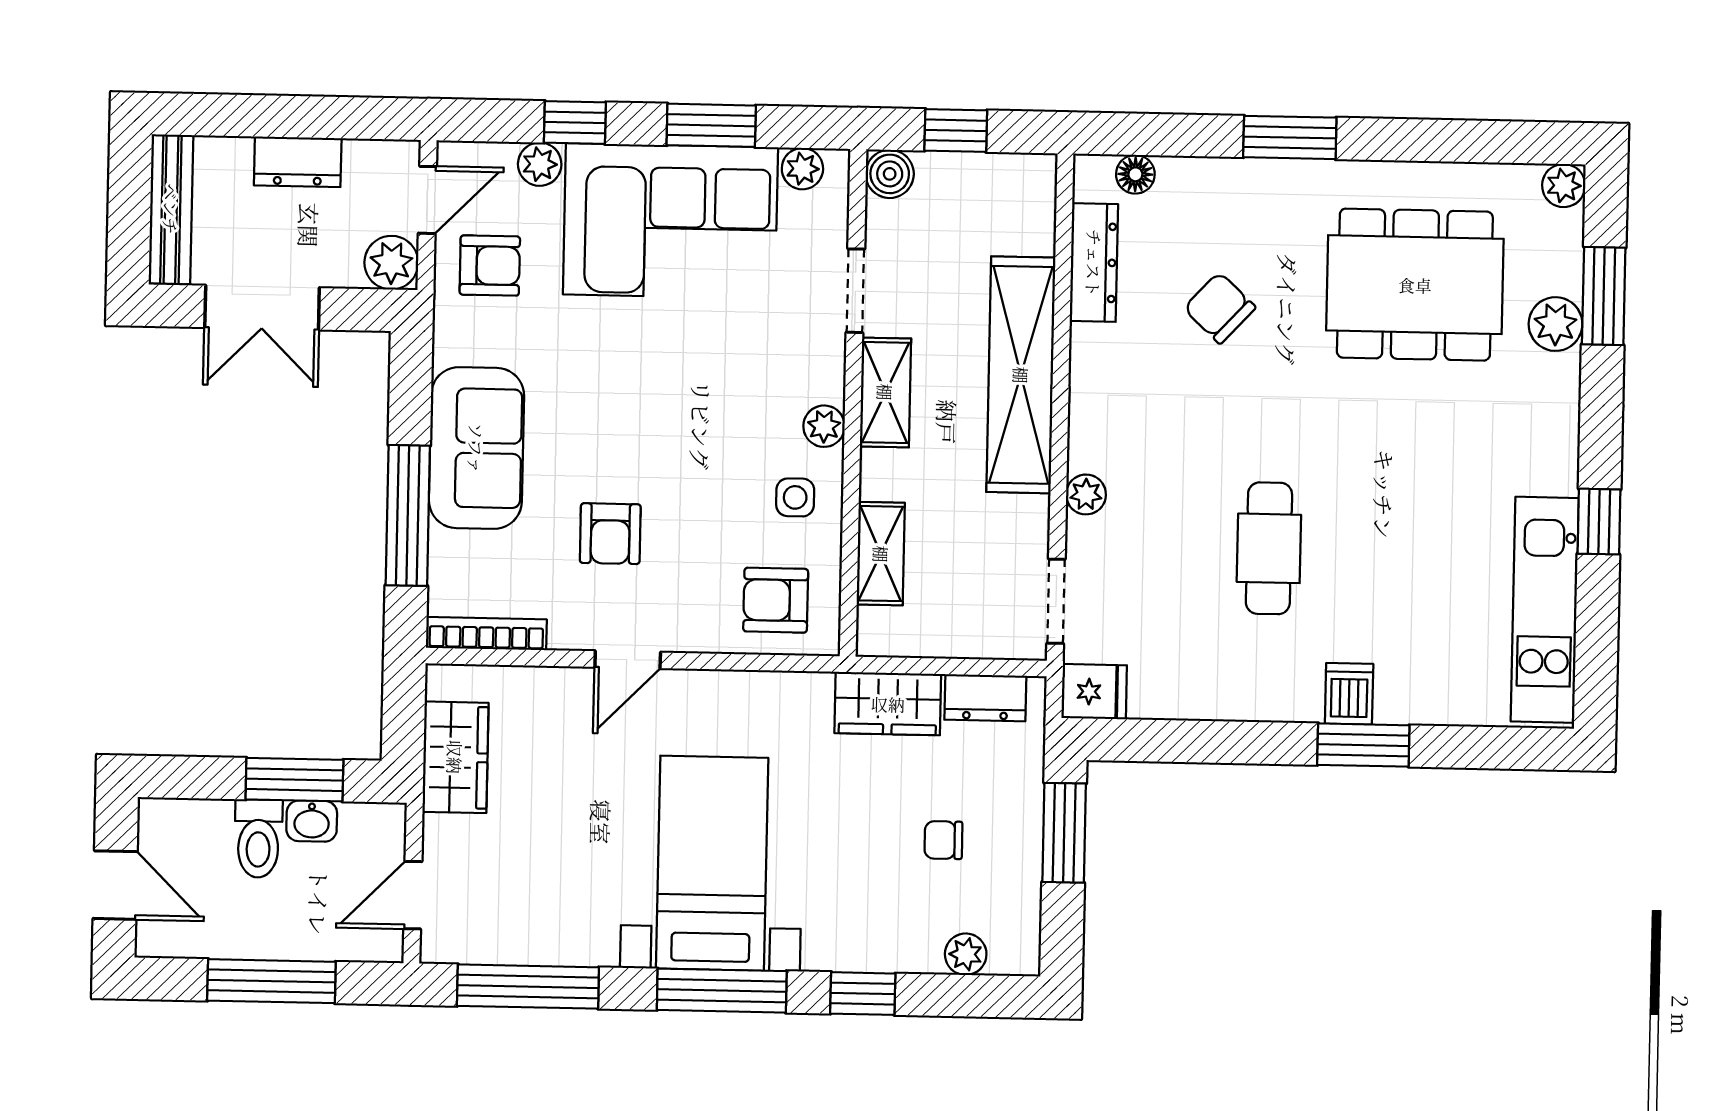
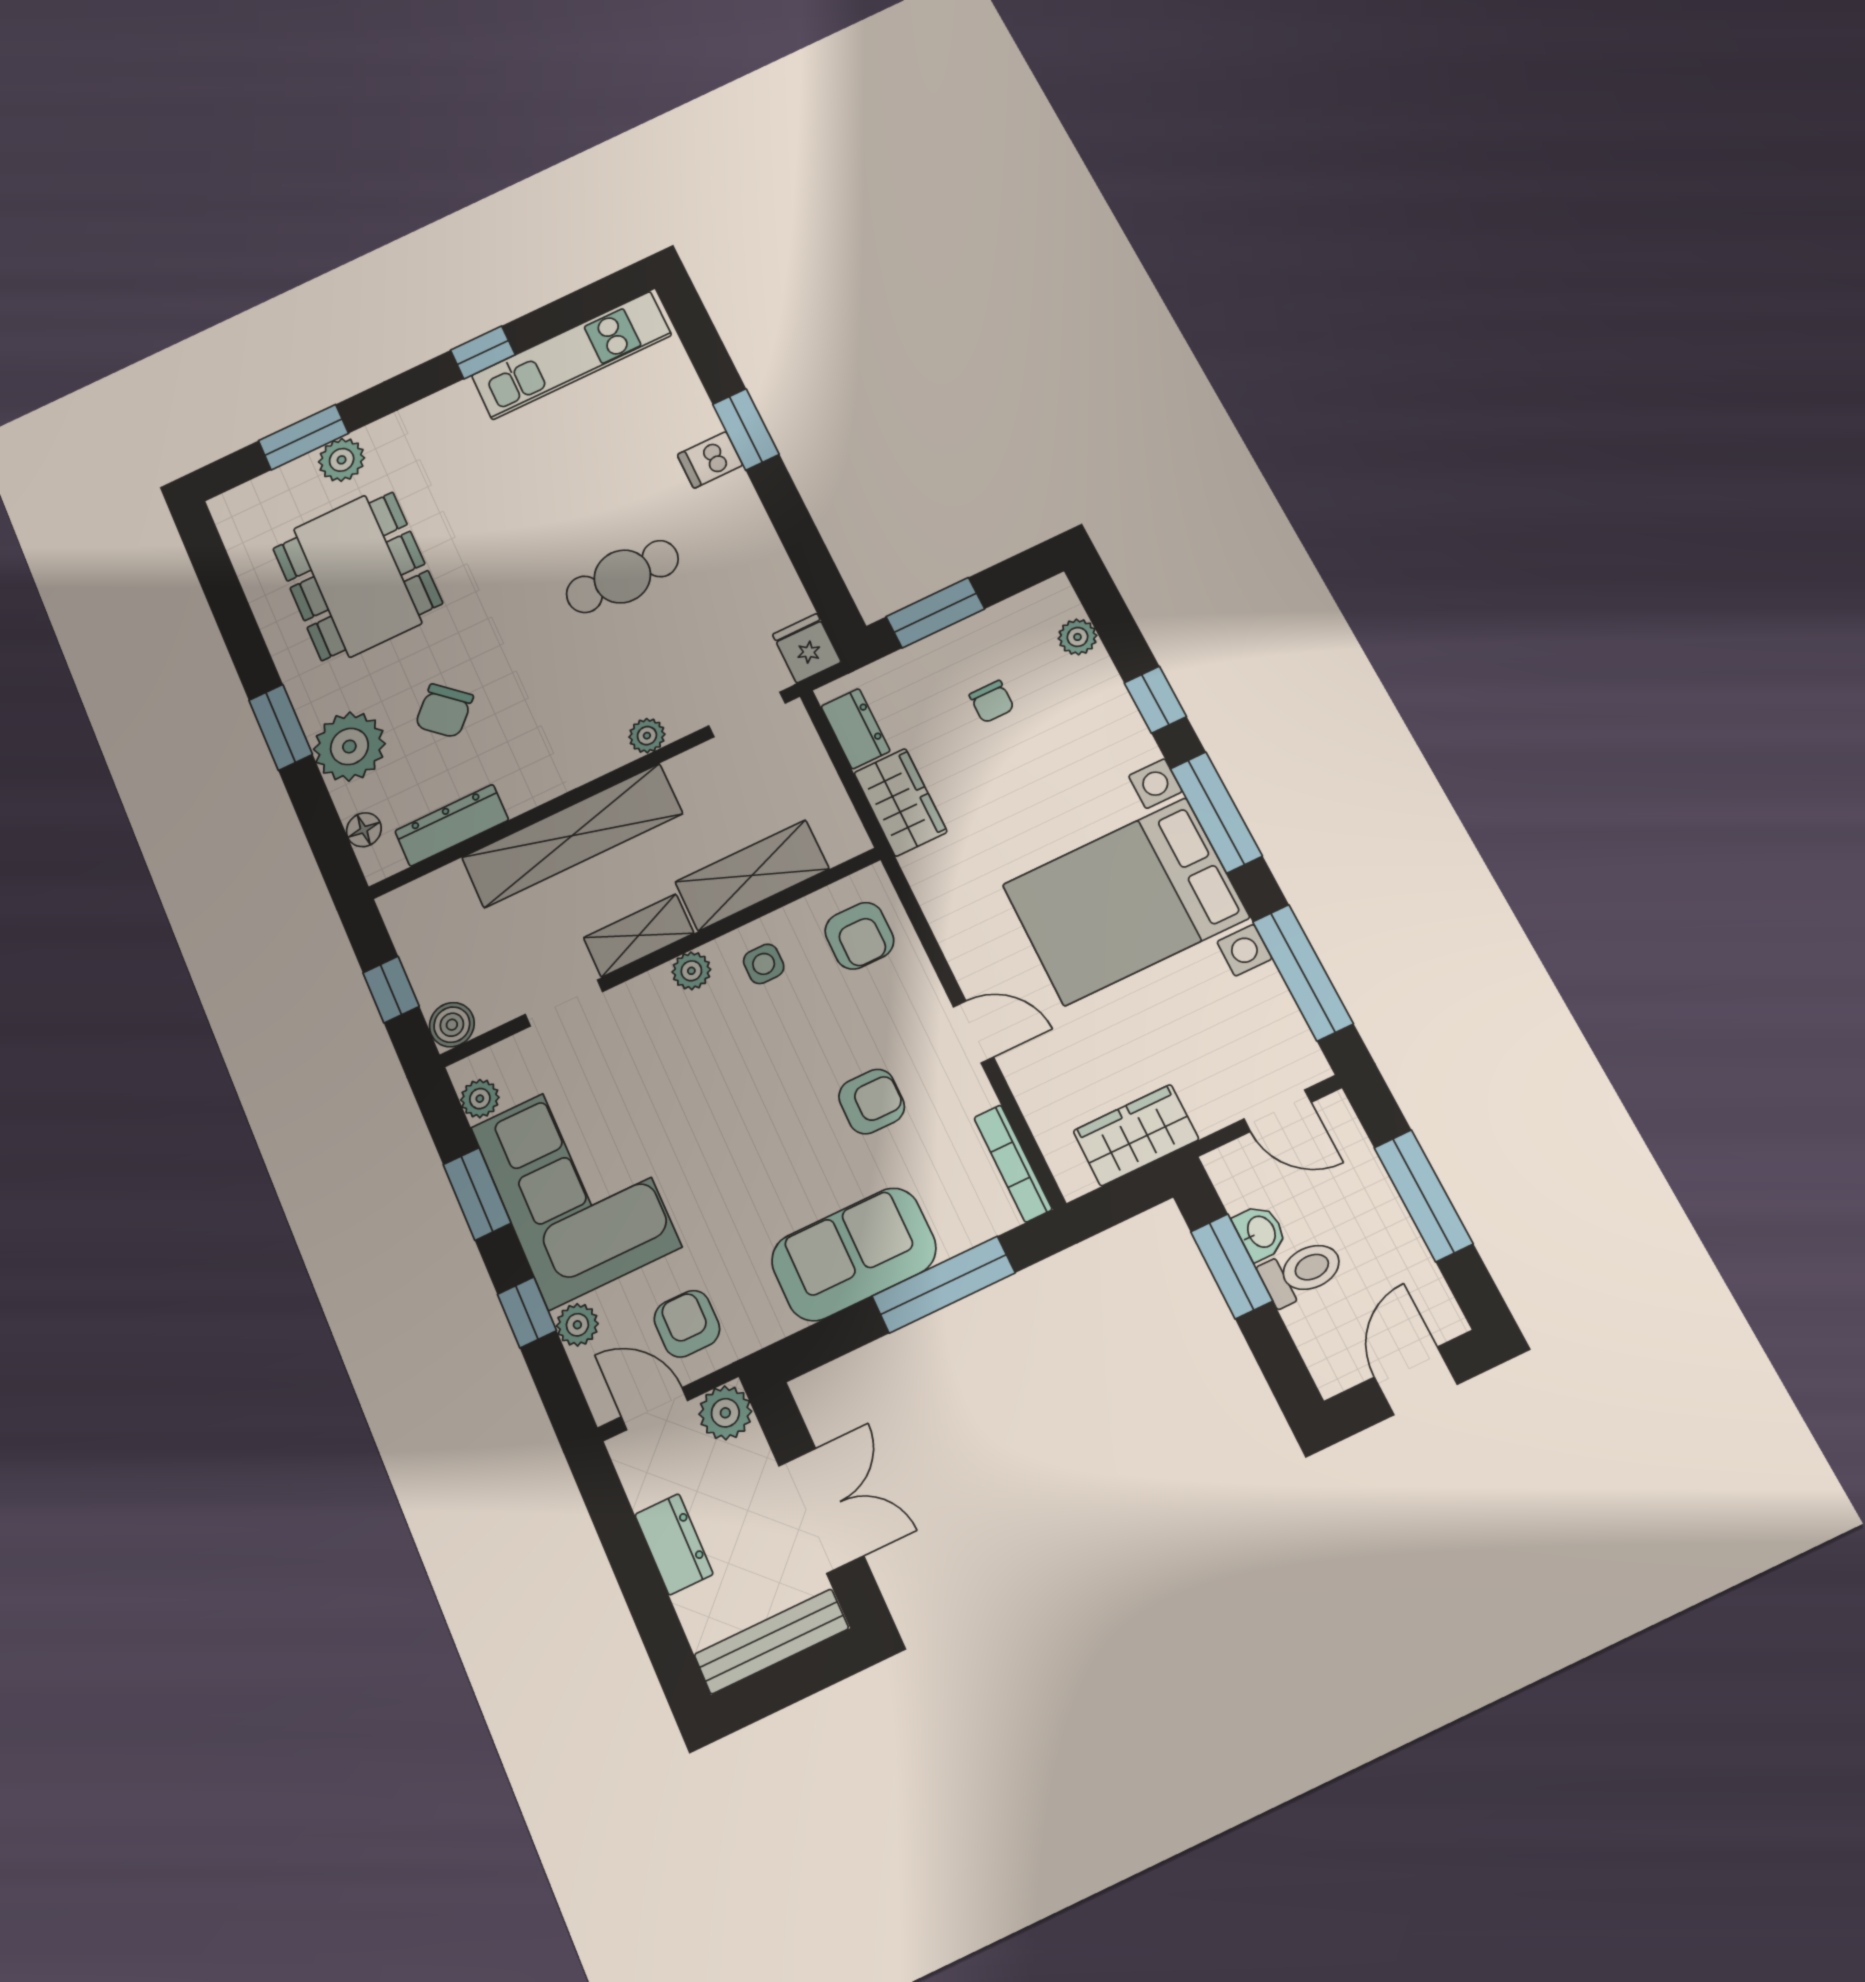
plant: (1564, 186) -> (349, 747), moved, width x1.88, depth x1.88
shelving: (881, 554) -> (752, 875), width x1.50, depth x1.33
bed with nightstands: (712, 863) -> (1125, 901), width x1.36

